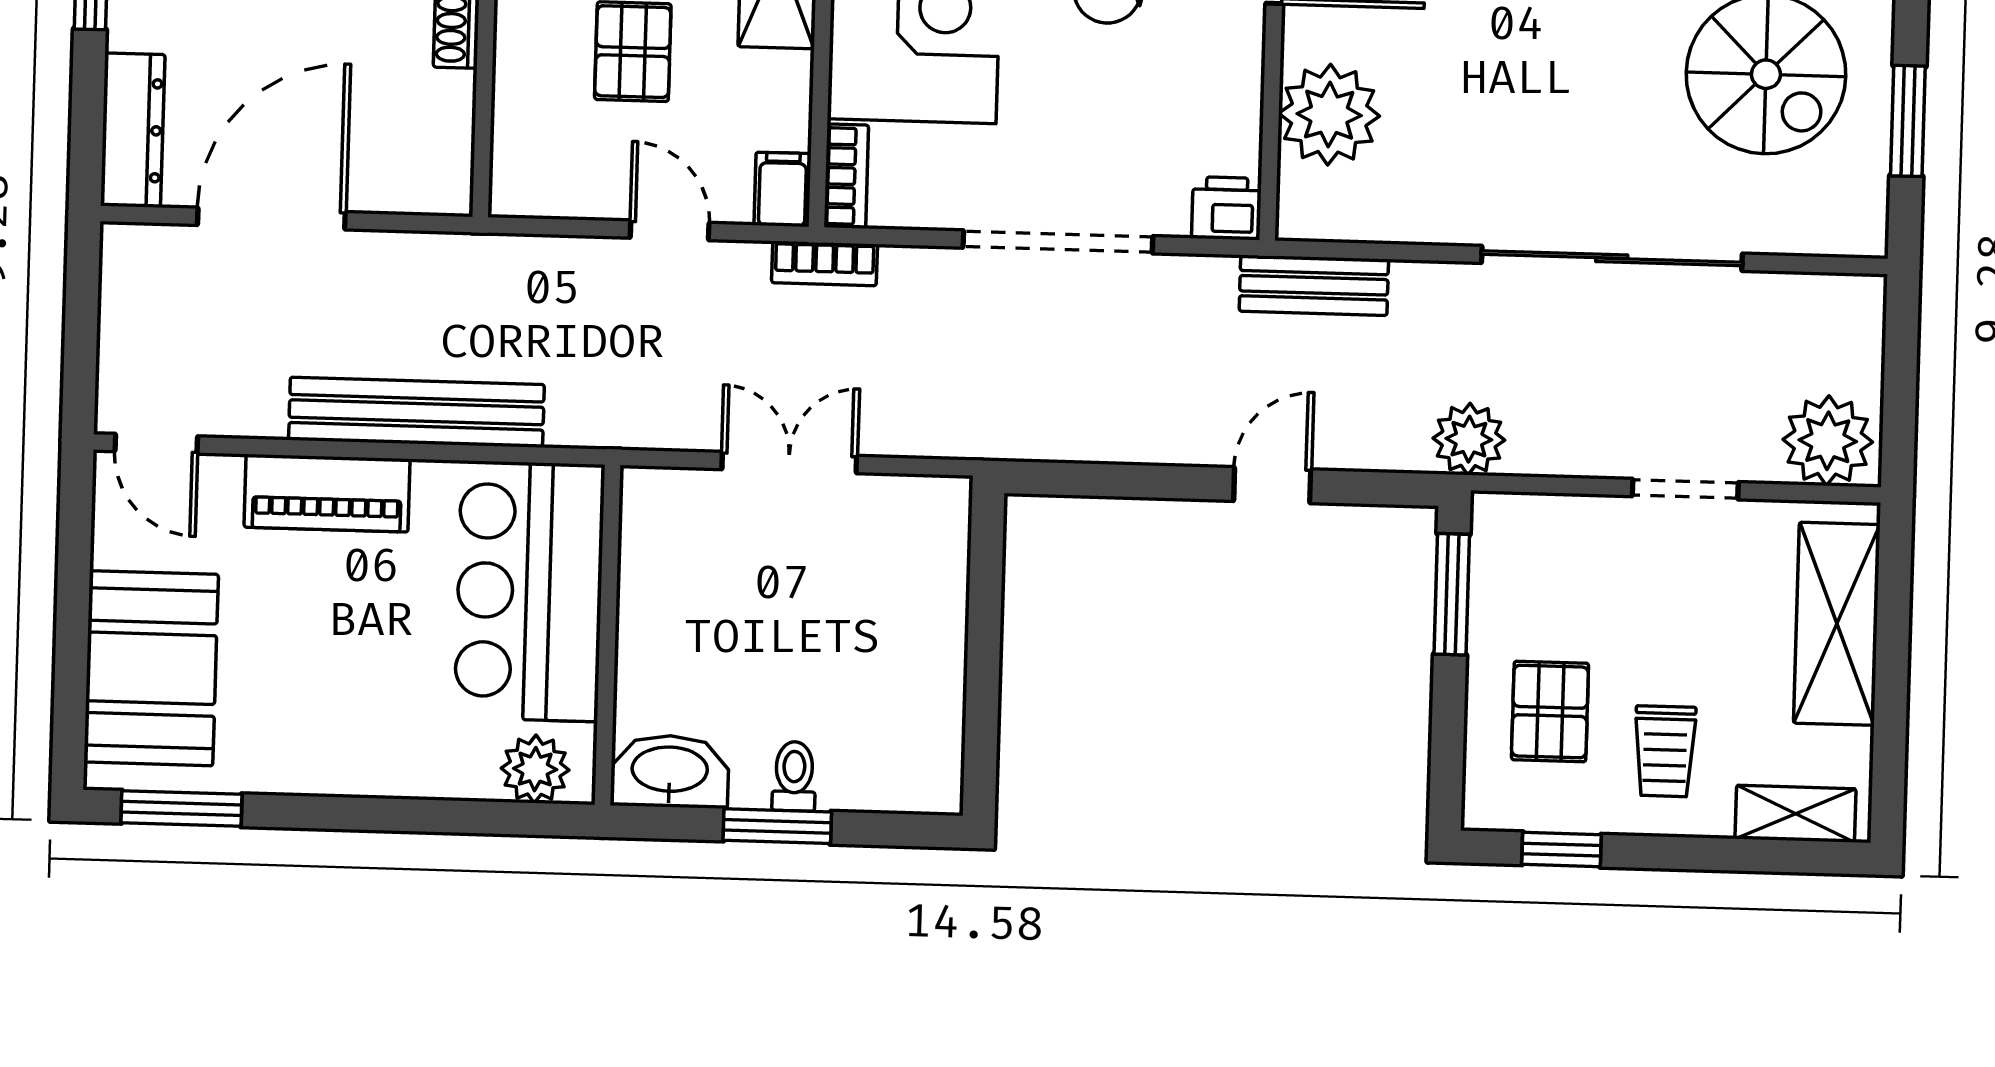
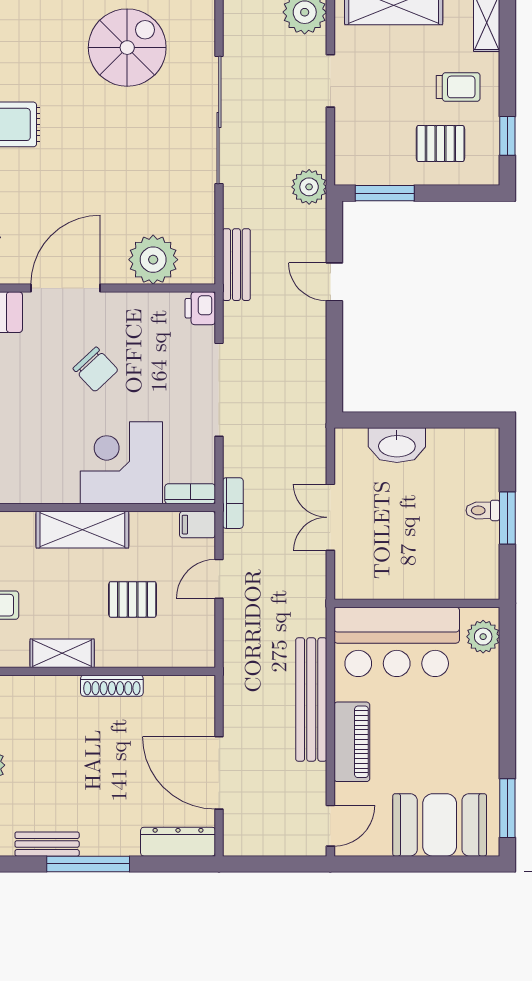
washbasin: (670, 771) -> (397, 445), moved, turned -90

